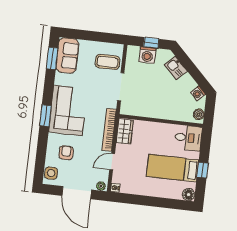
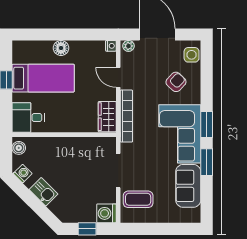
sofa: (67, 55) -> (188, 186), moved
washing machine: (147, 55) -> (106, 213), moved, turned -90
window: (52, 58) -> (207, 162), moved
kitchen sink: (176, 68) -> (44, 192), moved
armchair: (66, 153) -> (176, 82), turned -137
door: (112, 162) -> (118, 77), swing flipped
floor lamp: (189, 195) -> (61, 48), moved

